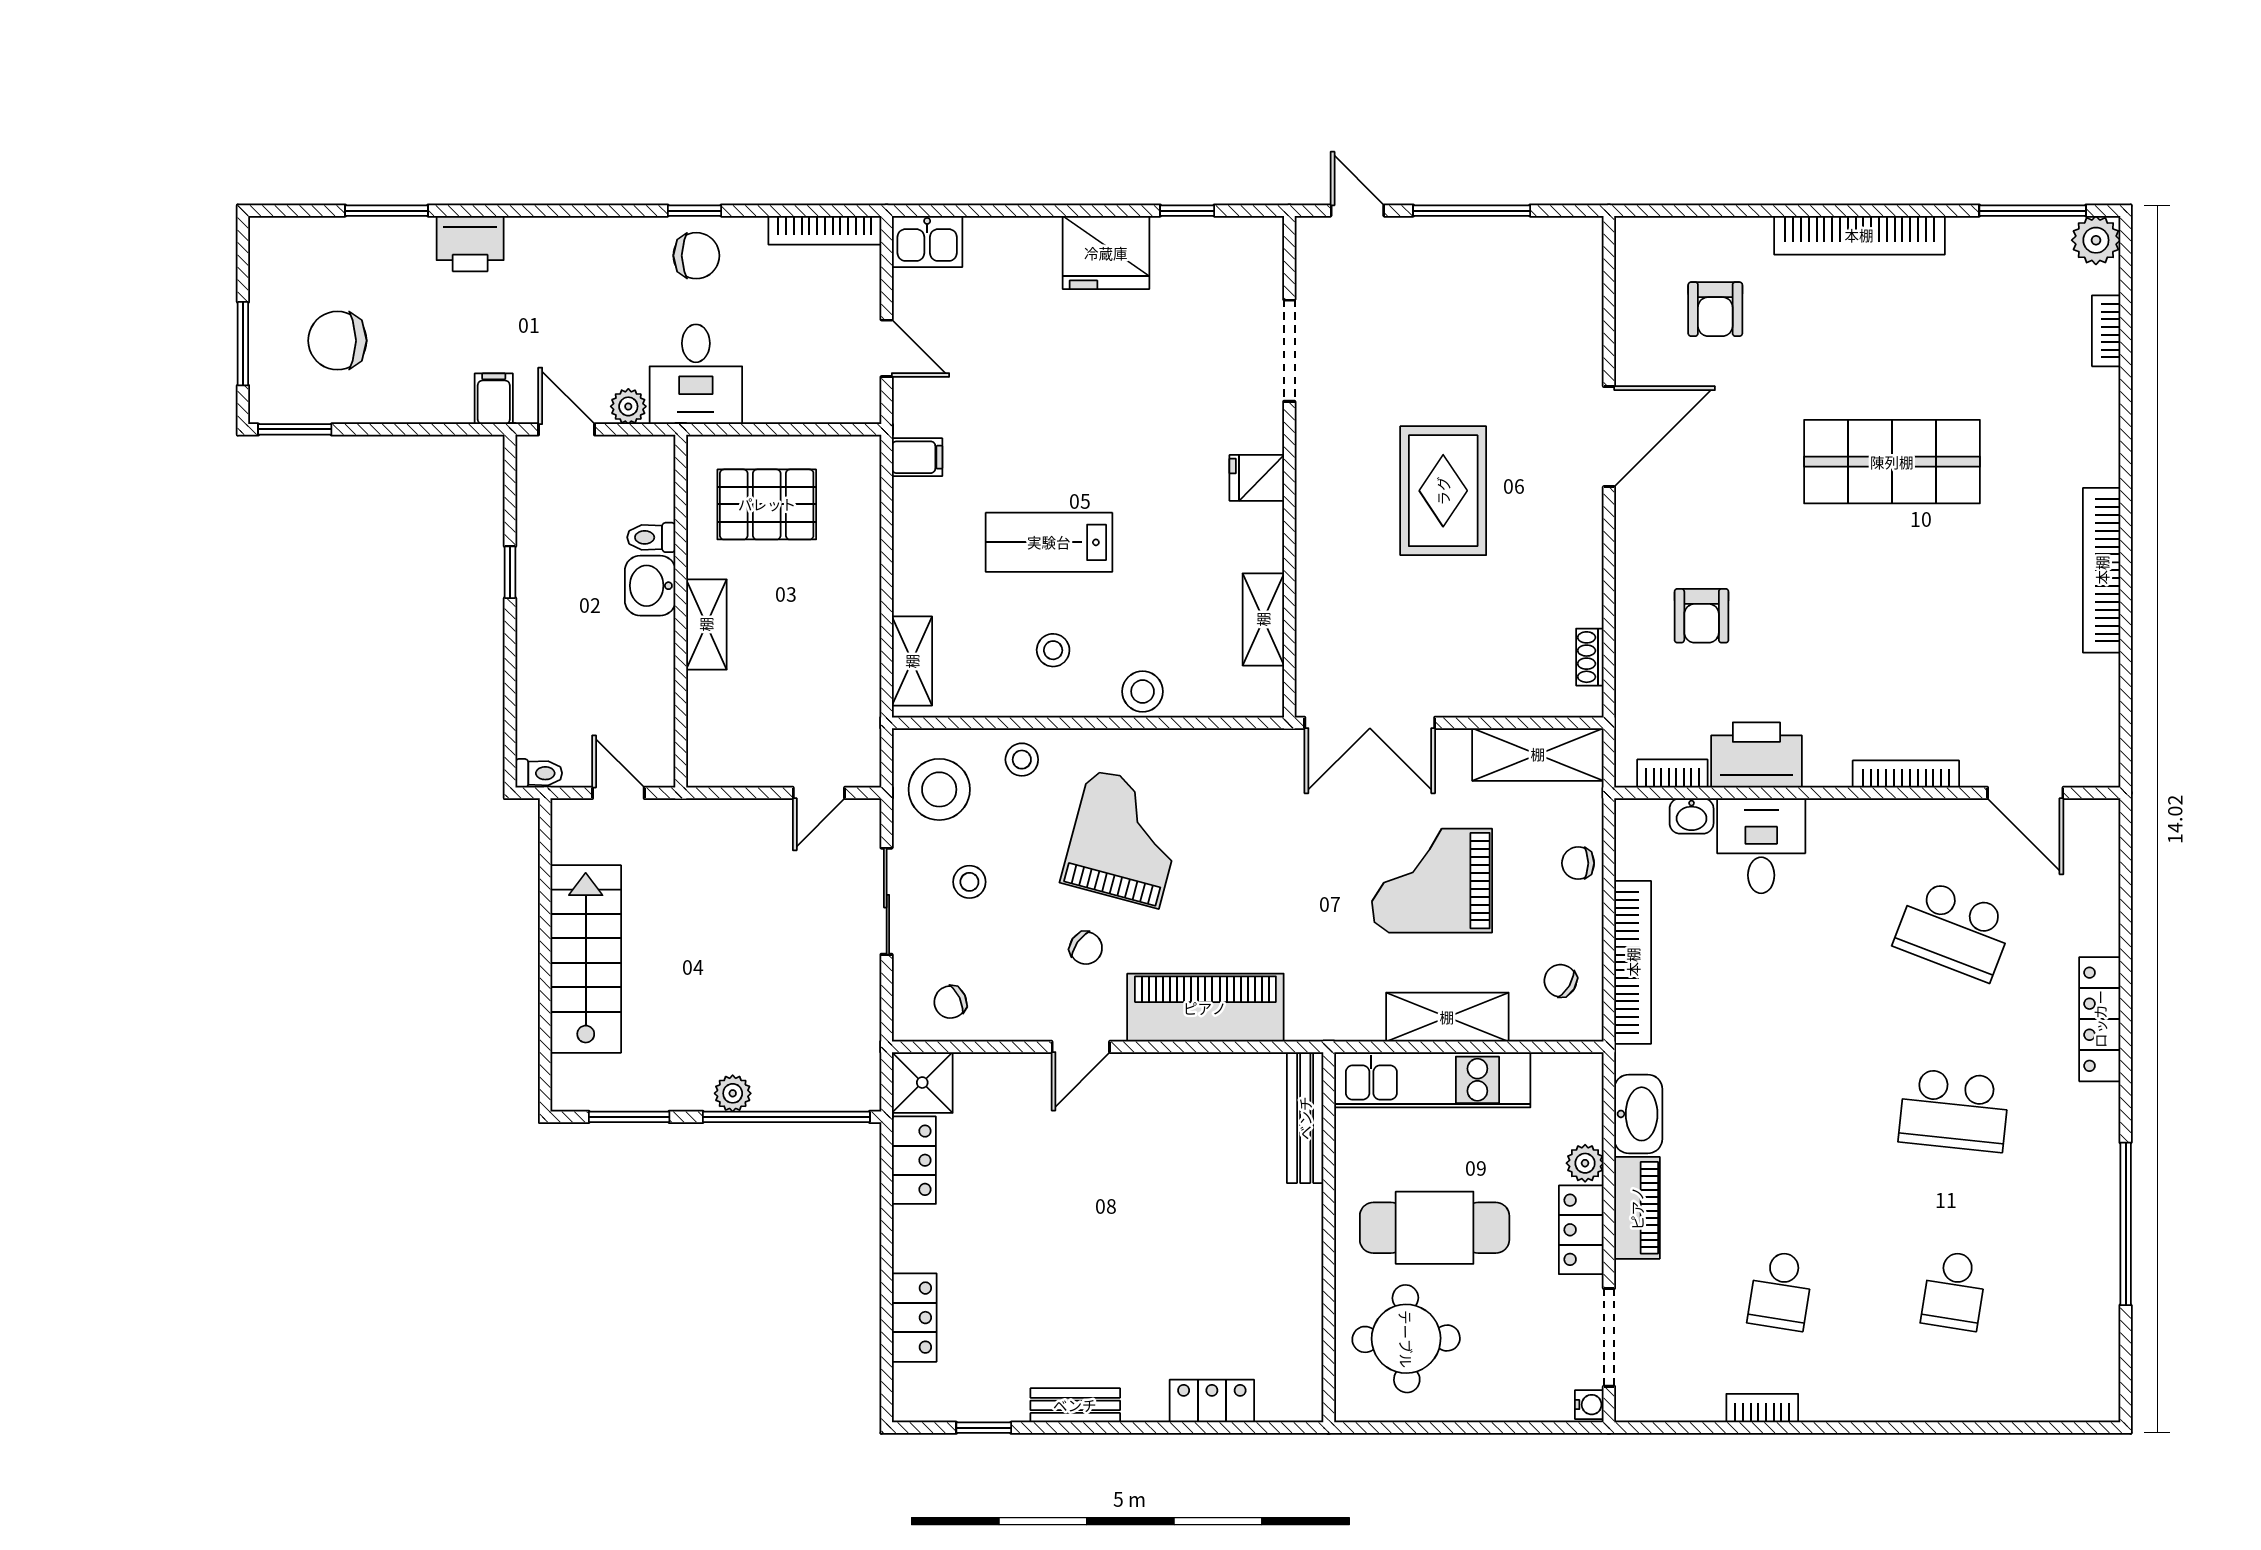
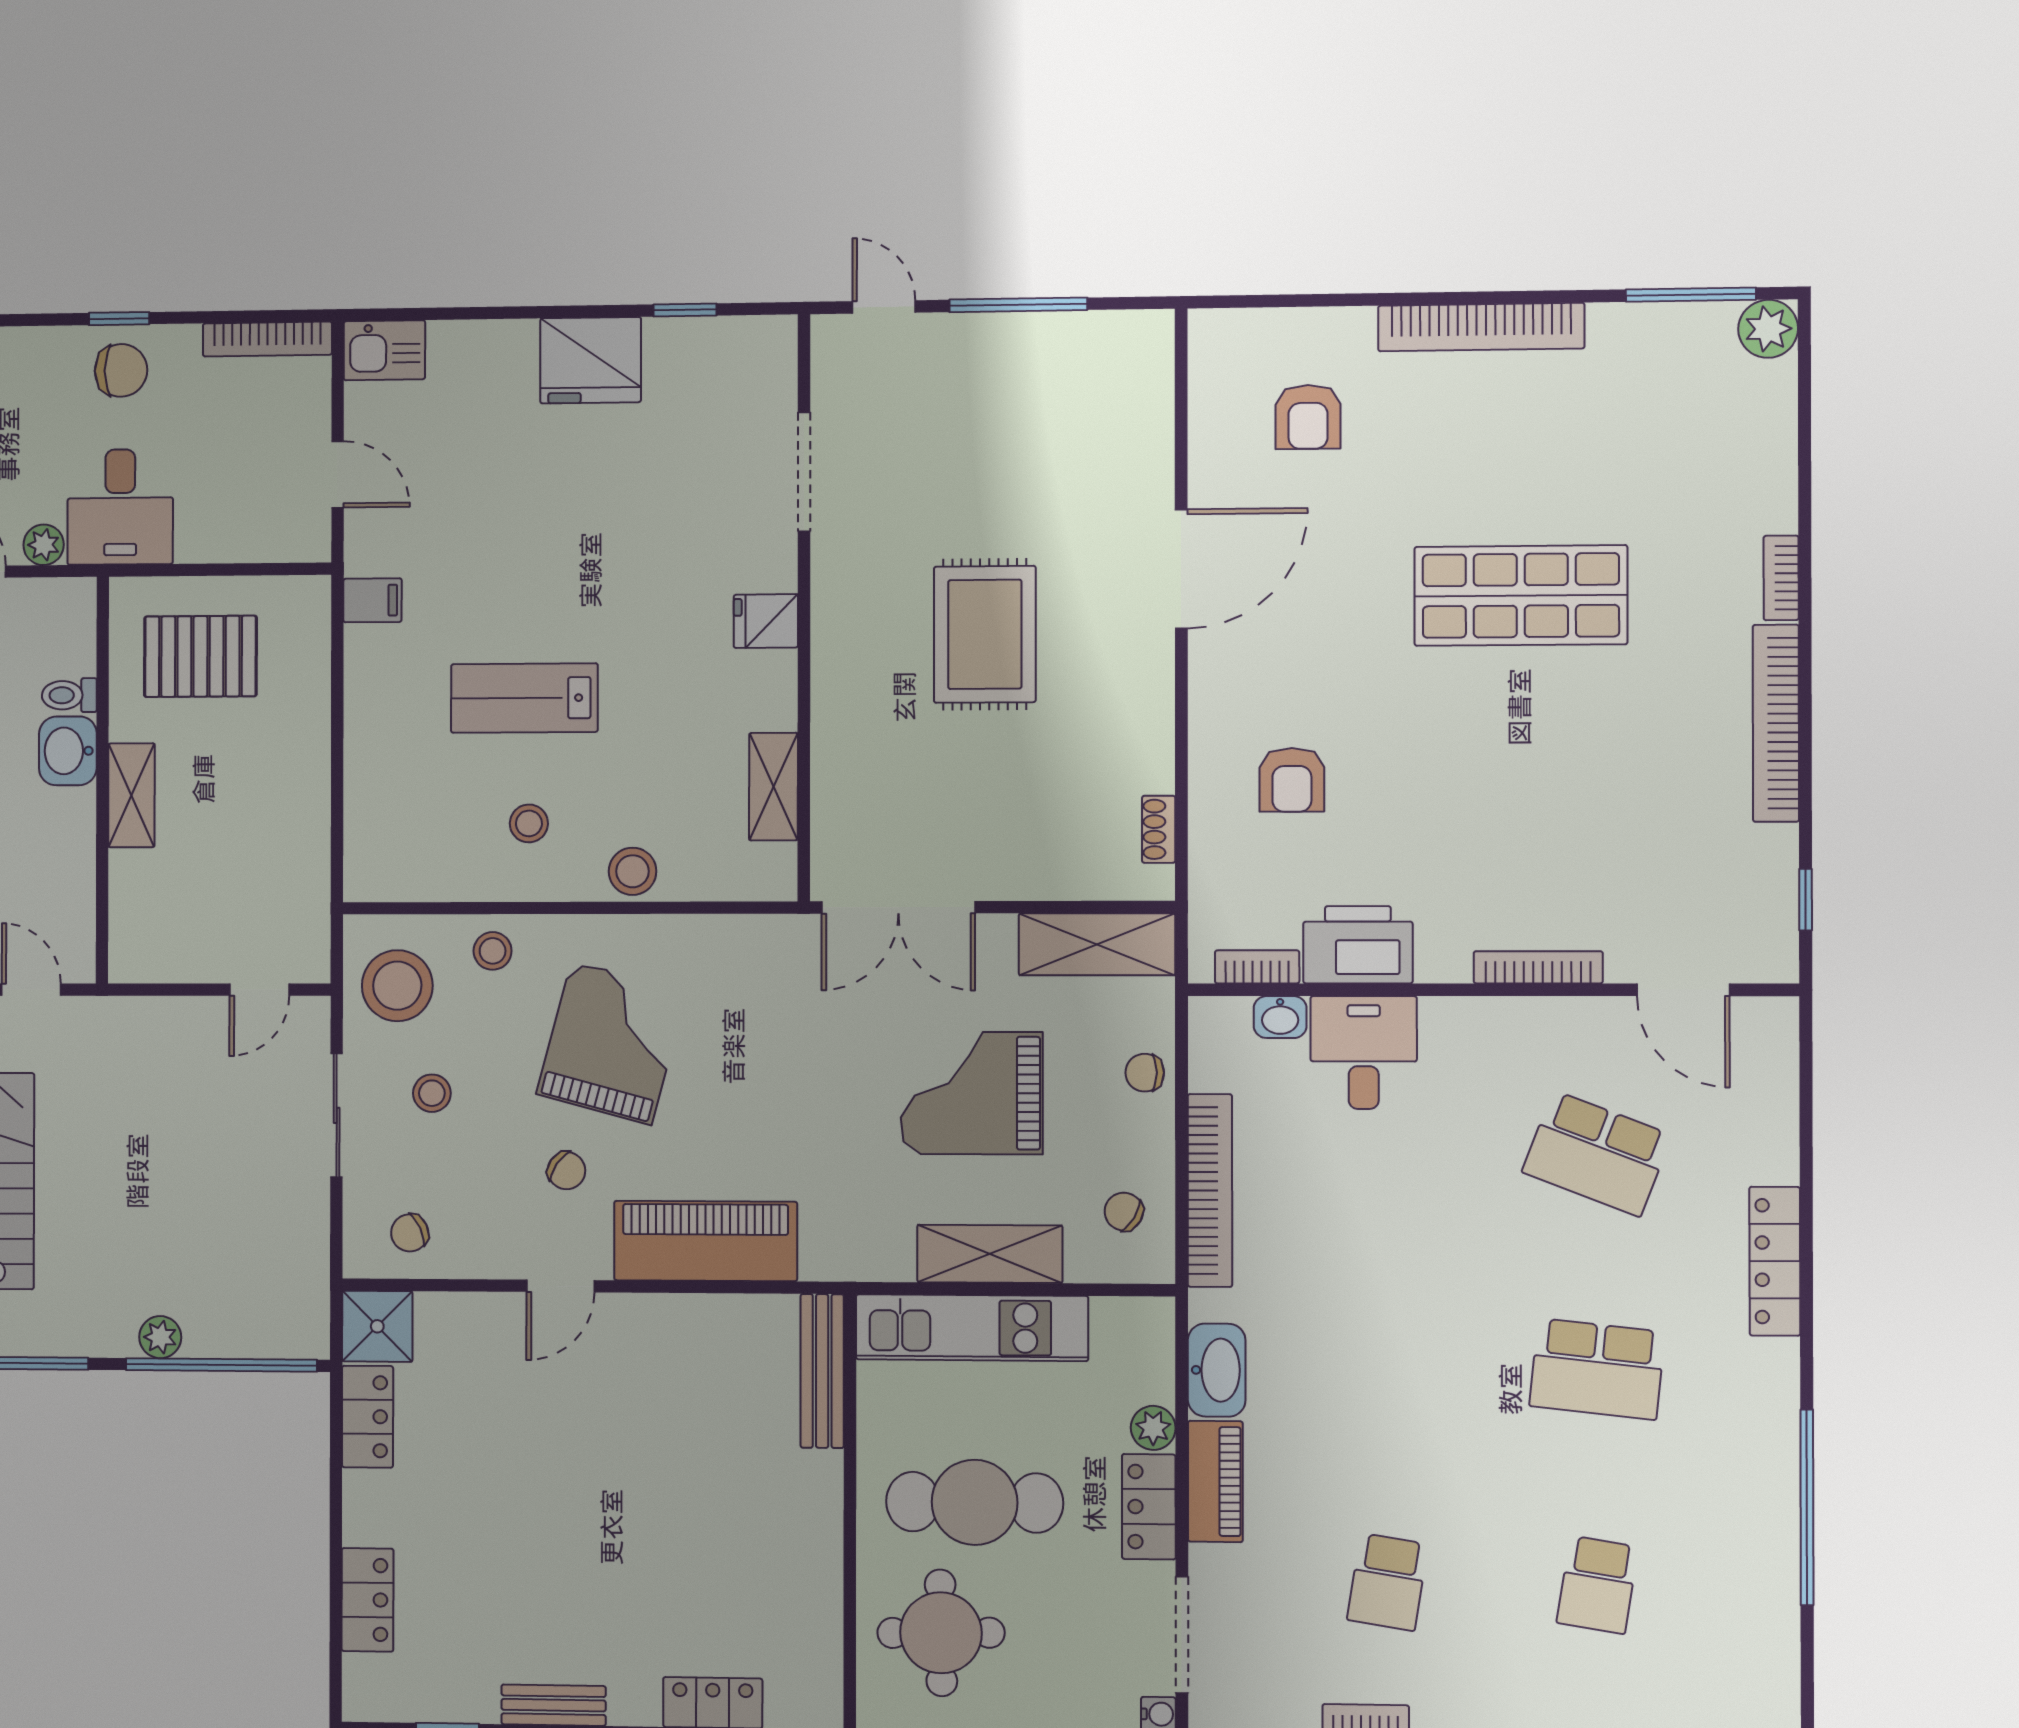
bookcase: (2106, 331) -> (1781, 578), moved
shelving: (912, 661) -> (366, 837), removed
window: (2126, 718) -> (1806, 900), added

